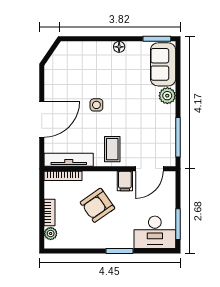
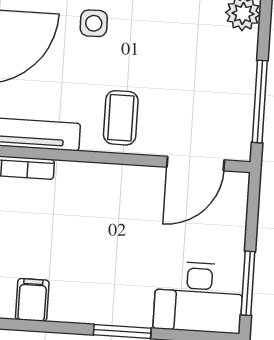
filing cabinet: (125, 181) -> (32, 300), moved, turned 180
armchair: (97, 205) -> (82, 233), removed

